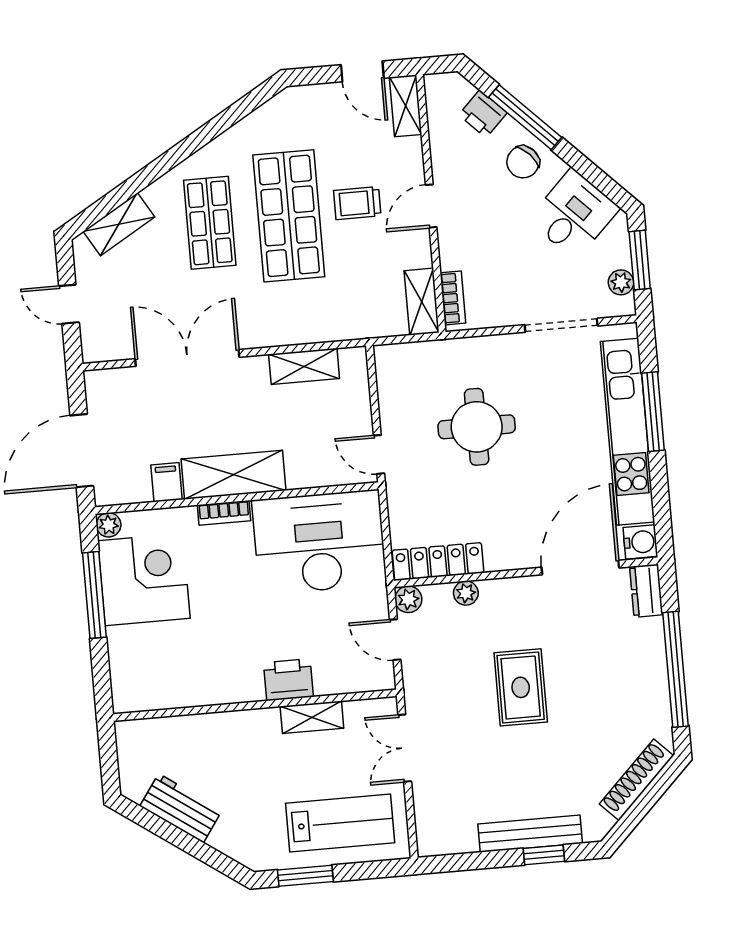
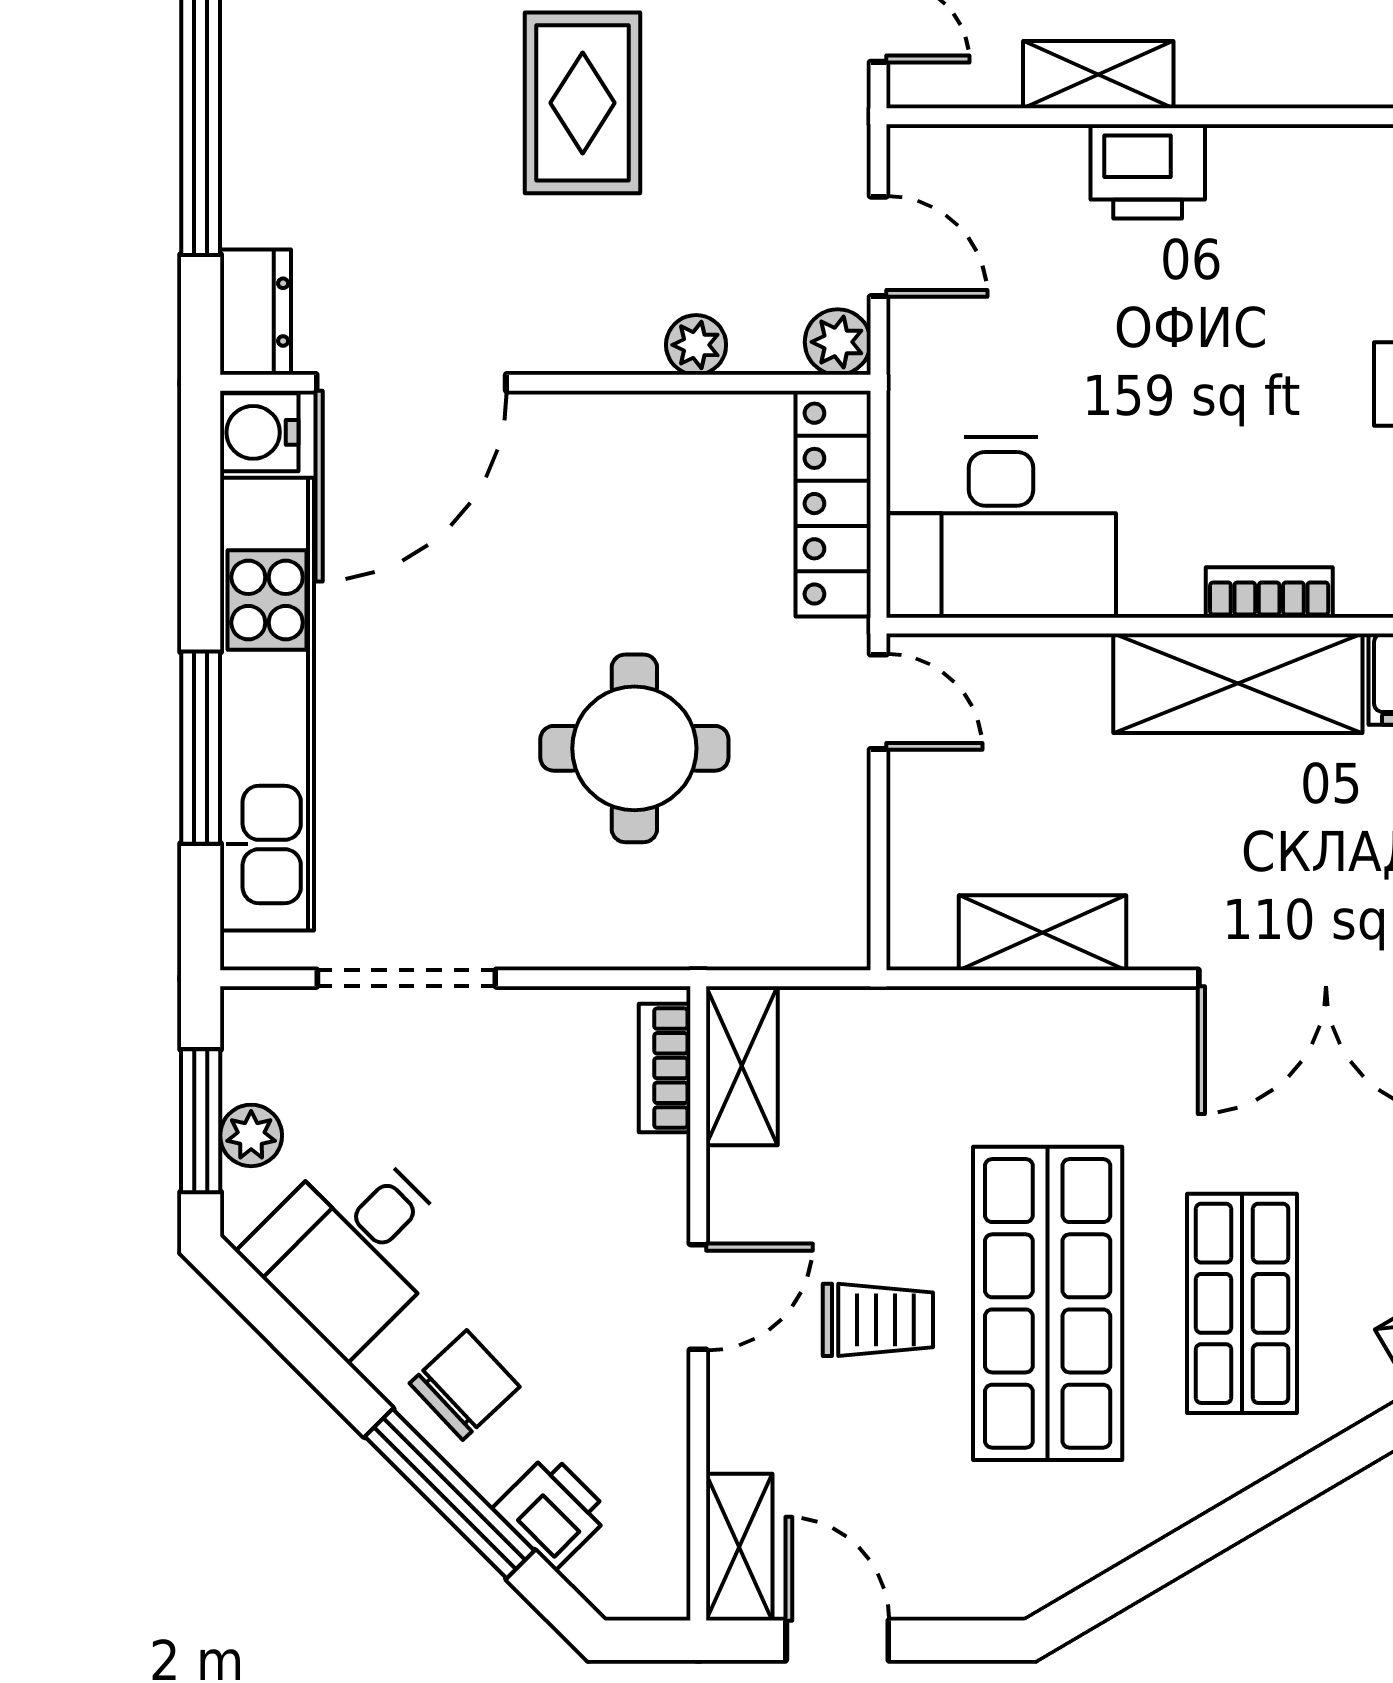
plant: (621, 282) -> (251, 1135), moved
desk: (319, 542) -> (1001, 528), width x0.73, depth x0.77
locker: (438, 561) -> (833, 504), moved, turned 90

